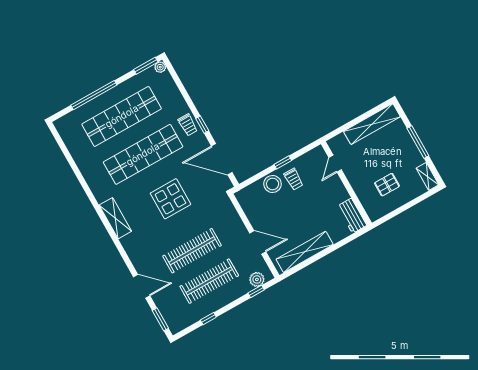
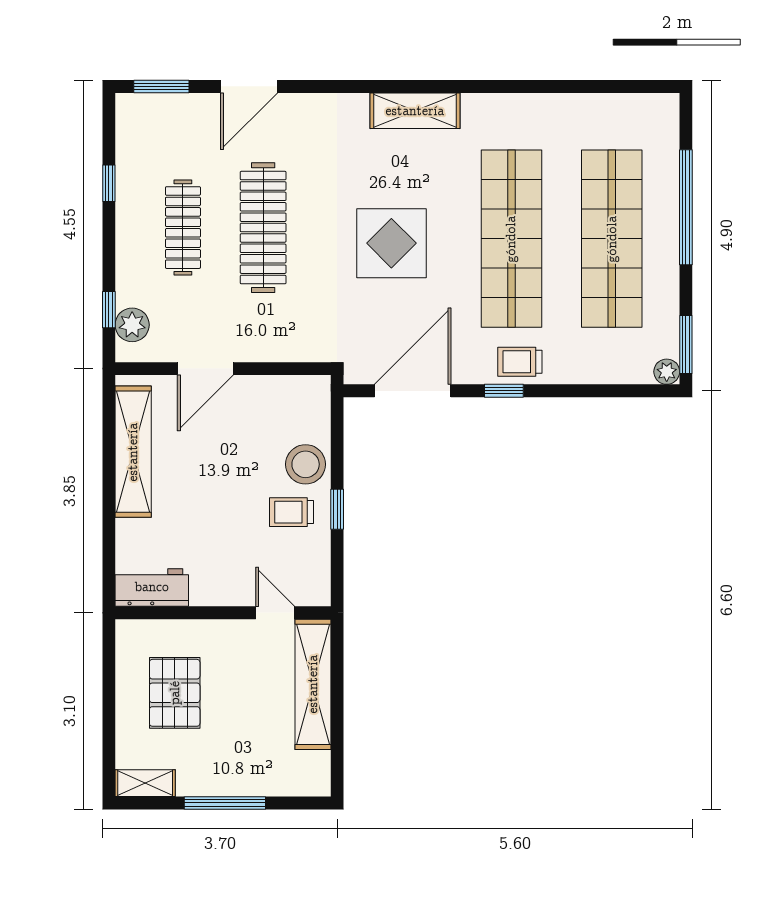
shelving: (372, 124) -> (313, 684), moved
pallet: (387, 185) -> (175, 693), width x1.50, depth x1.42
clothes rail: (209, 281) -> (183, 228), width x0.73, depth x0.76

